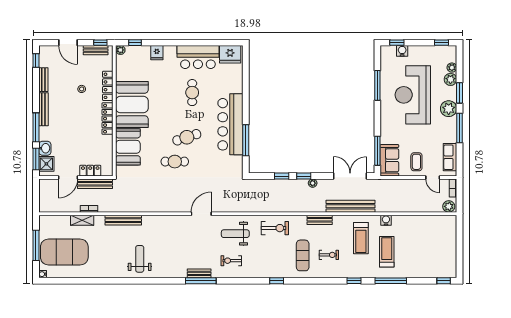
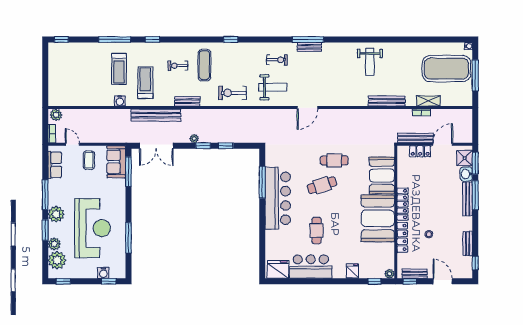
plant: (452, 68) -> (57, 260), width x1.88, depth x1.88
bench: (43, 109) -> (468, 199), moved

